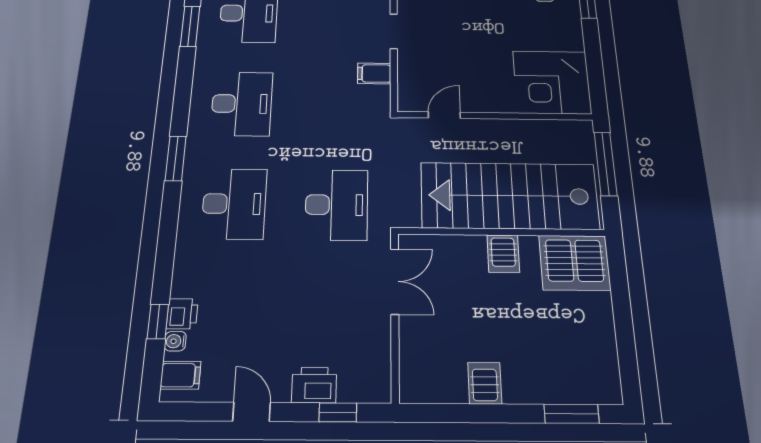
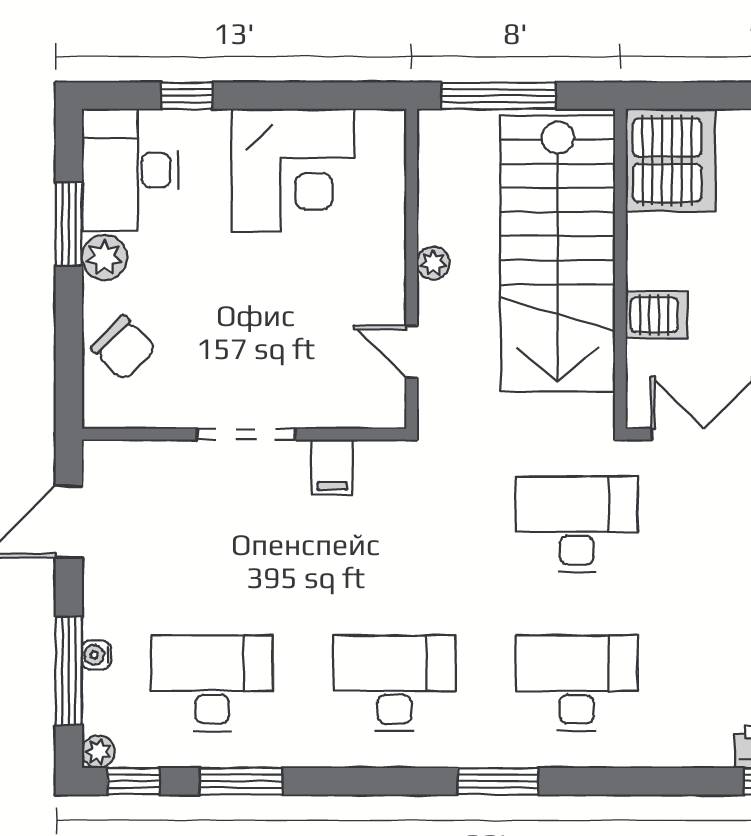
doorway: (394, 31) -> (246, 434), width x1.38
corner desk: (552, 82) -> (293, 170), moved
plant: (499, 127) -> (433, 263), added
server rack: (503, 254) -> (657, 315), moved

